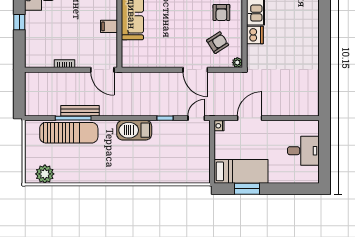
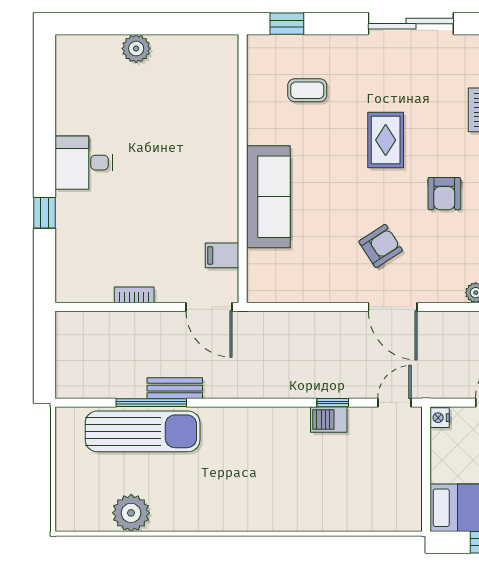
filing cabinet: (109, 26) -> (222, 255), moved
armchair: (218, 43) -> (381, 246), moved
bench: (80, 111) -> (175, 388), width x0.73
barbecue: (134, 130) -> (329, 419), moved, width x0.53, depth x0.65
plant: (45, 174) -> (131, 513), moved

